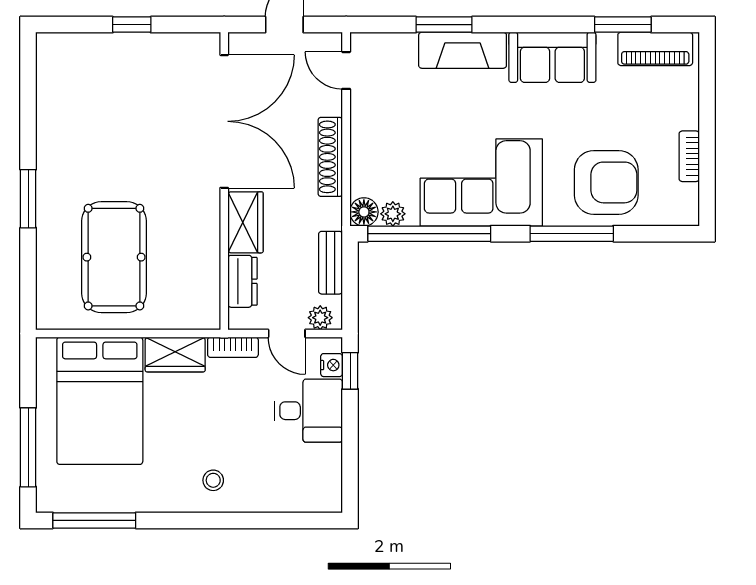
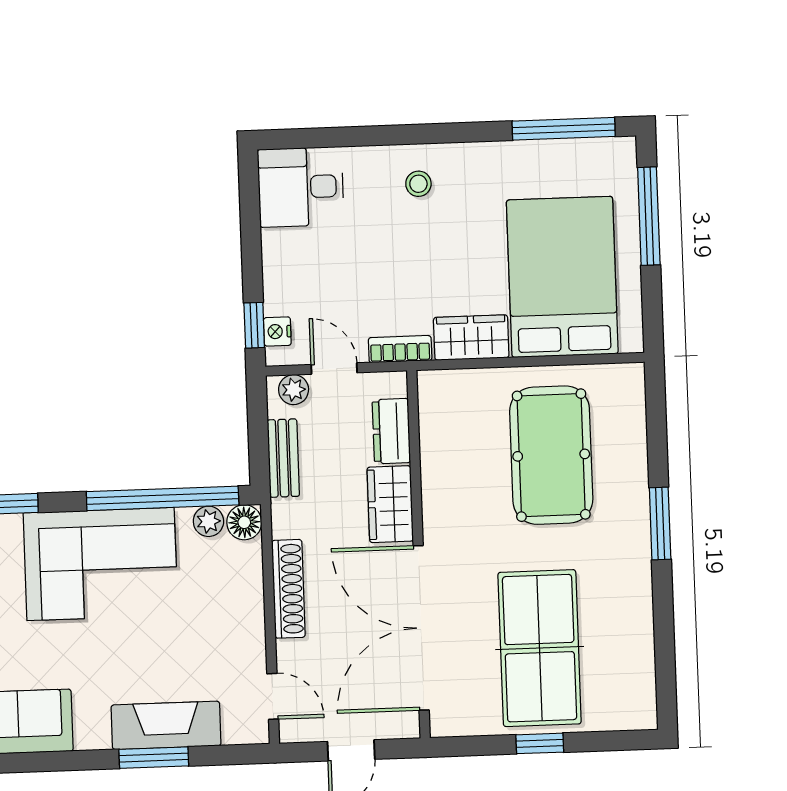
fireplace: (463, 50) -> (166, 725), moved
table tennis table: (129, 102) -> (540, 648), added
desk: (308, 411) -> (301, 187), moved

